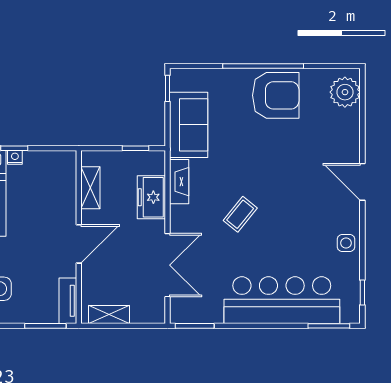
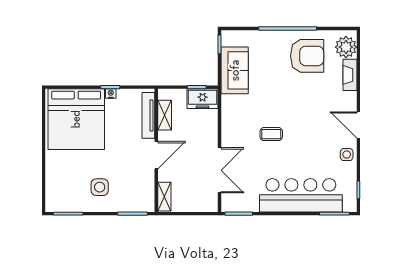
armchair: (276, 95) -> (307, 56), moved
fireplace: (179, 182) -> (350, 75), moved, turned 180
door: (362, 182) -> (358, 125), moved
freezer: (151, 197) -> (203, 99), moved, turned -90
coffee table: (240, 214) -> (271, 134), turned 51
tv unit: (68, 301) -> (148, 115), moved, width x1.41
shelving: (109, 315) -> (164, 197), moved, turned 90

